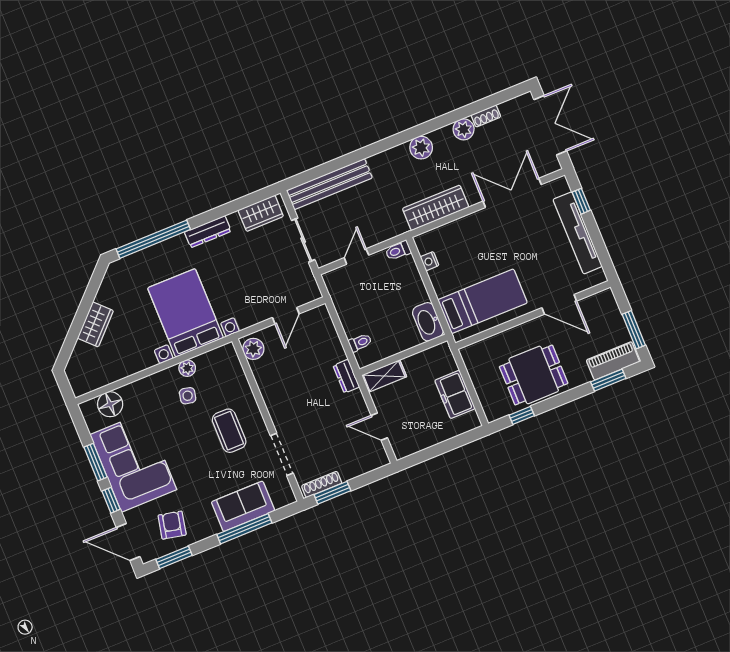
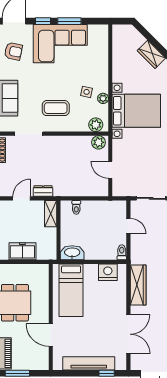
nightstand: (430, 261) -> (108, 272), width x1.89, depth x1.79
door: (559, 304) -> (51, 335), hinge flipped
plant: (230, 363) -> (96, 125), added
dresser: (346, 376) -> (43, 191), moved
floor lamp: (110, 404) -> (100, 44), removed

